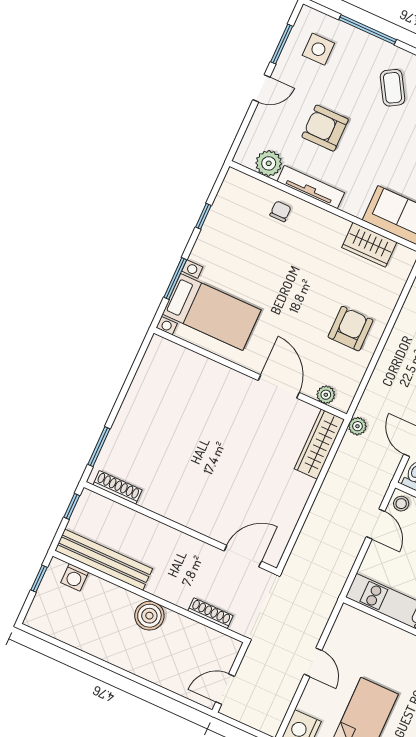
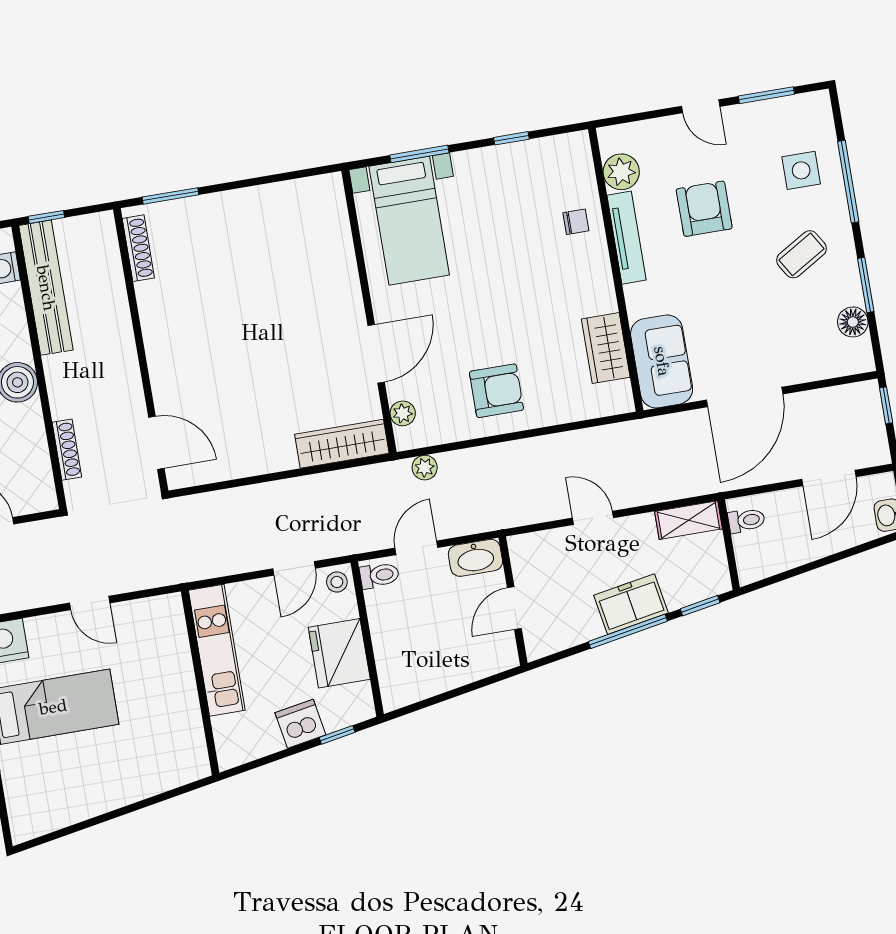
side table: (318, 49) -> (801, 170), moved
plant: (357, 426) -> (425, 468), moved
window: (72, 506) -> (46, 217), moved
door: (313, 662) -> (90, 603), hinge flipped

